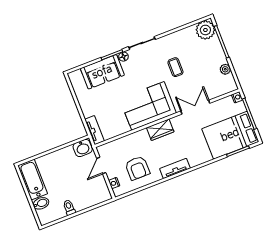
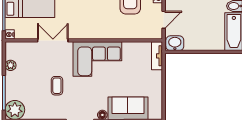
double door: (195, 107) -> (53, 40), swing flipped
wardrobe: (160, 130) -> (94, 32), removed

